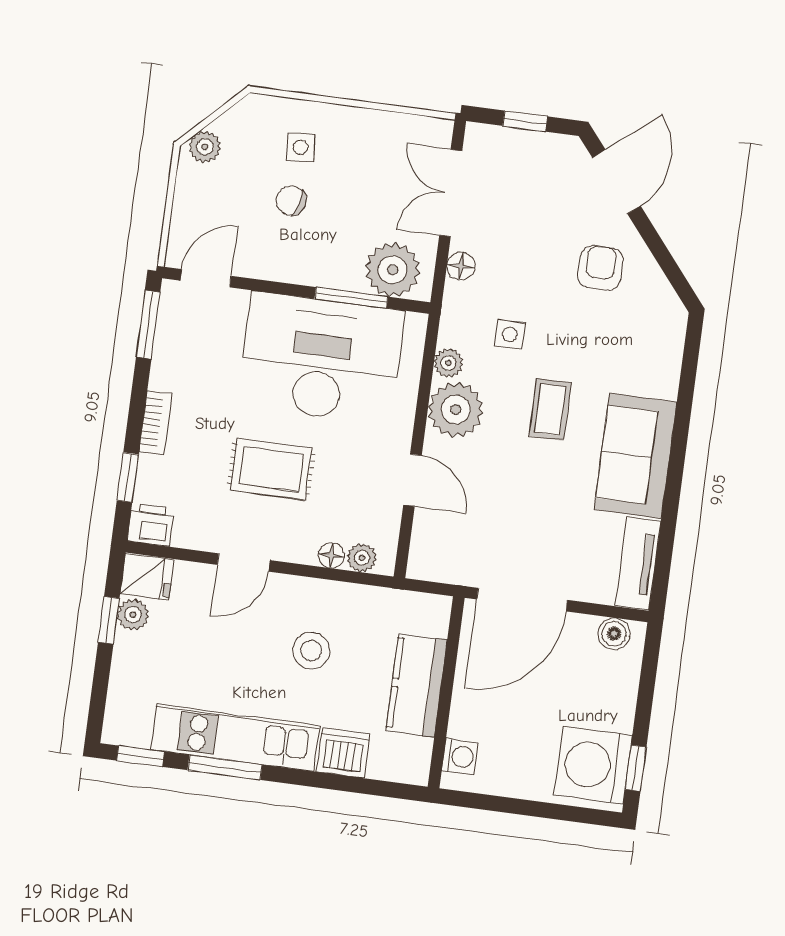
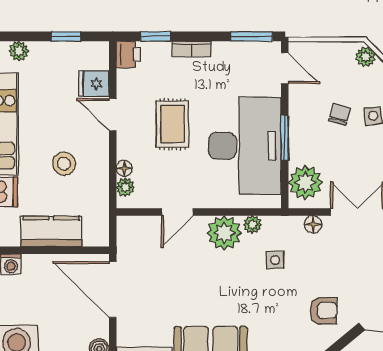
window: (351, 298) -> (285, 138), moved
coffee table: (550, 409) -> (232, 291), removed
fridge: (147, 577) -> (94, 84), moved, turned 90
plant: (133, 615) -> (19, 51), moved

